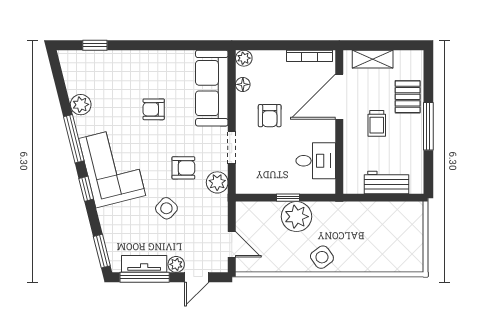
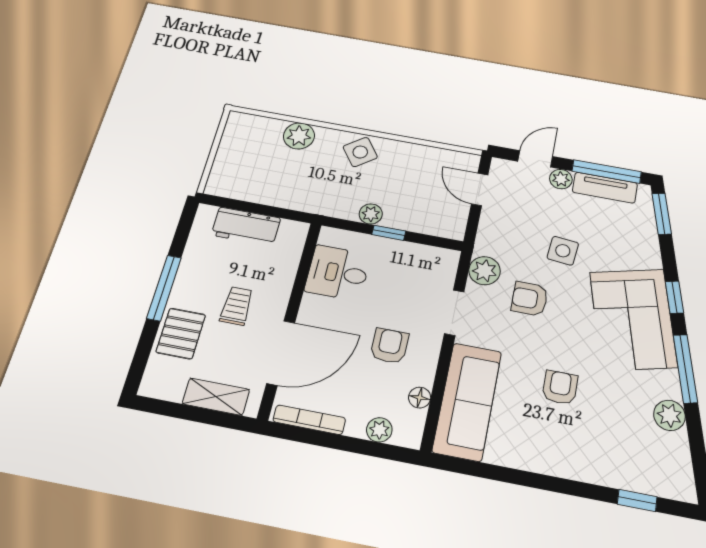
plant: (244, 58) -> (379, 430), moved
armchair: (154, 109) -> (560, 388), turned -90
side table: (166, 208) -> (563, 251), turned -36
plant: (296, 217) -> (371, 214), width x0.53, depth x0.53
plant: (369, 261) -> (299, 136), added

